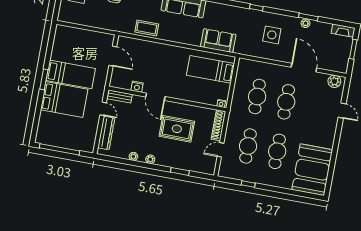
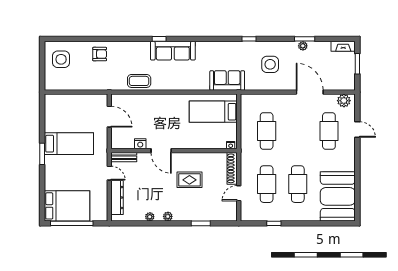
sofa: (218, 41) -> (227, 81), moved
bed: (64, 99) -> (67, 206), moved
cafe table: (286, 102) -> (329, 131), moved
rug: (177, 129) -> (189, 180), width x0.73, depth x0.70

